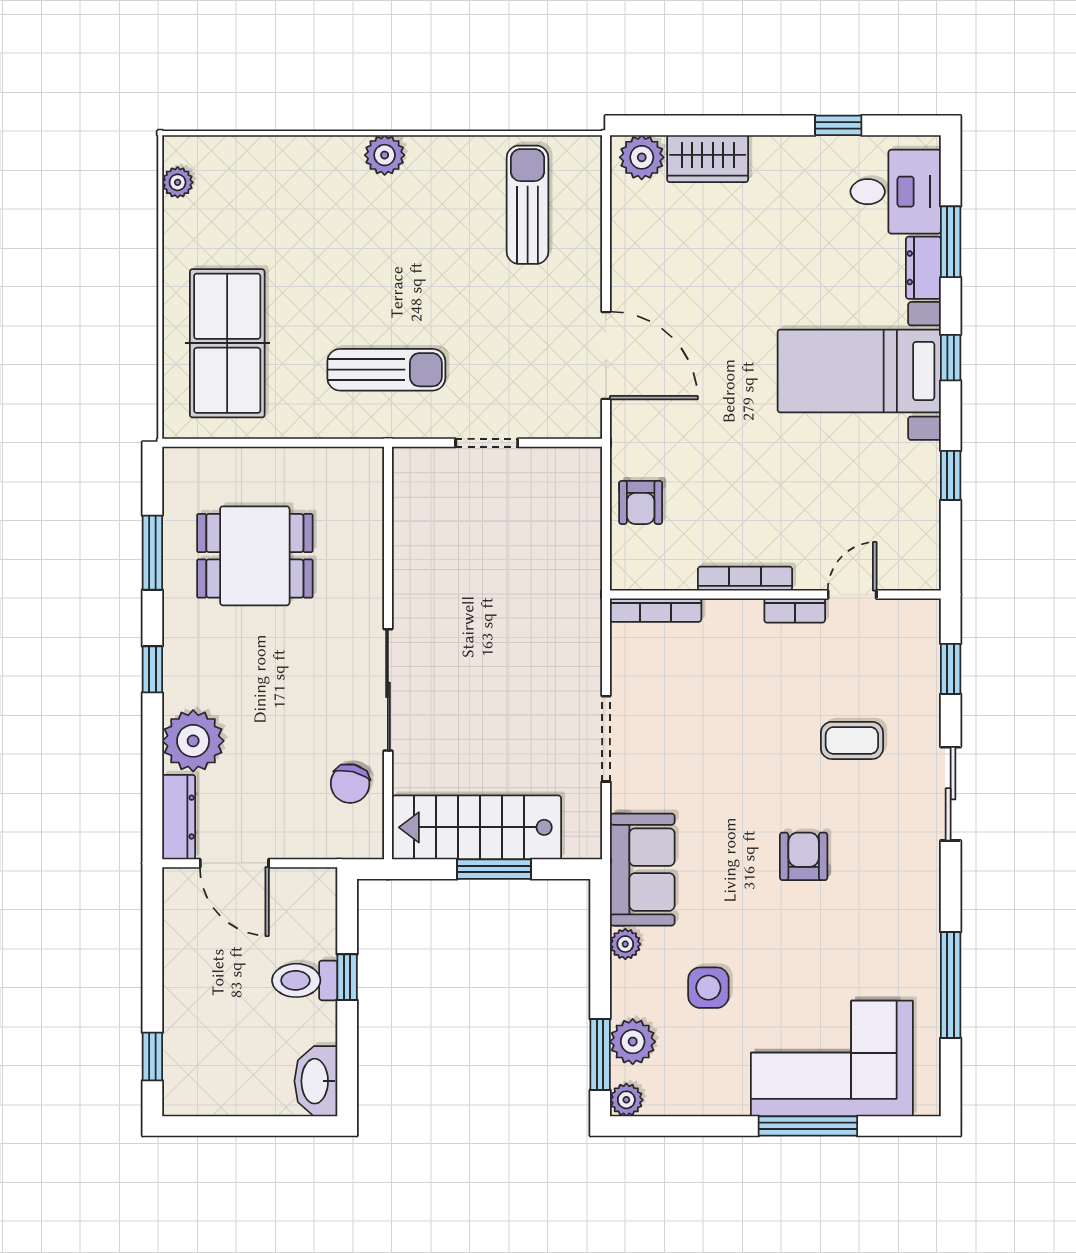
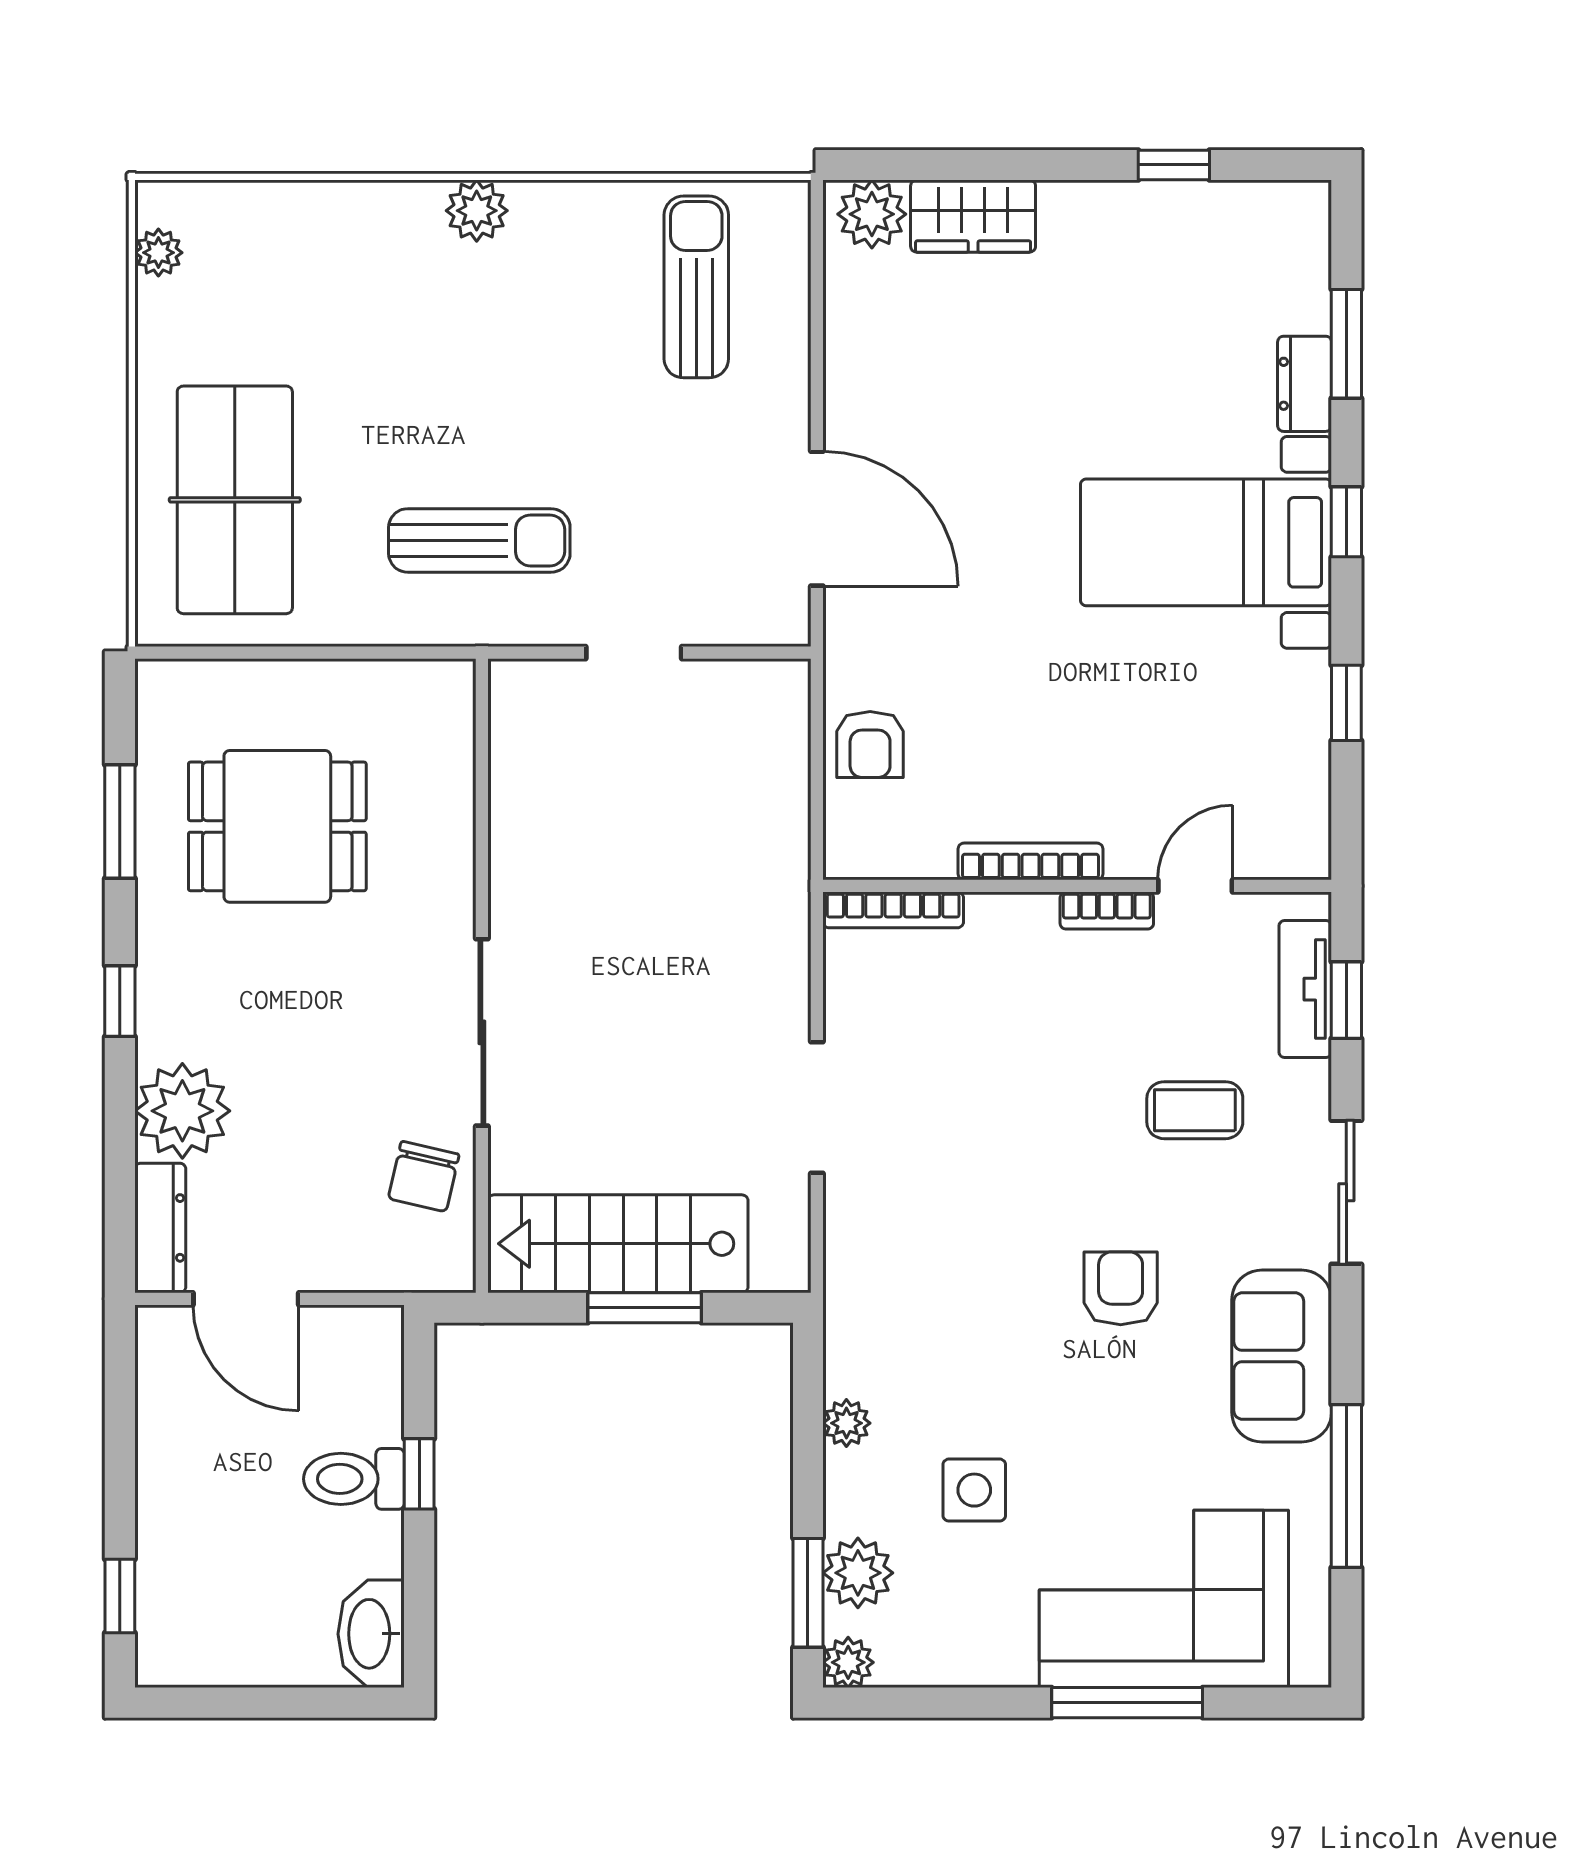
desk: (896, 192) -> (1262, 267), removed
tv unit: (924, 662) -> (1305, 989), added
sofa: (642, 870) -> (1282, 1356), moved, turned 180

